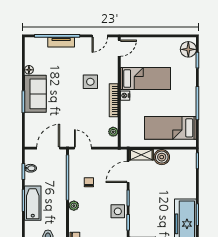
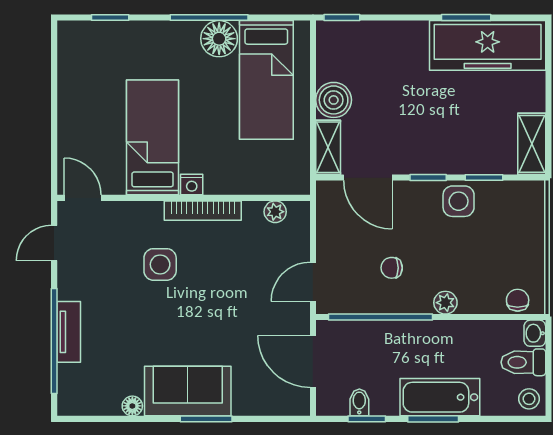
door: (100, 36) -> (54, 243), swing flipped
floor lamp: (188, 49) -> (219, 39), moved

